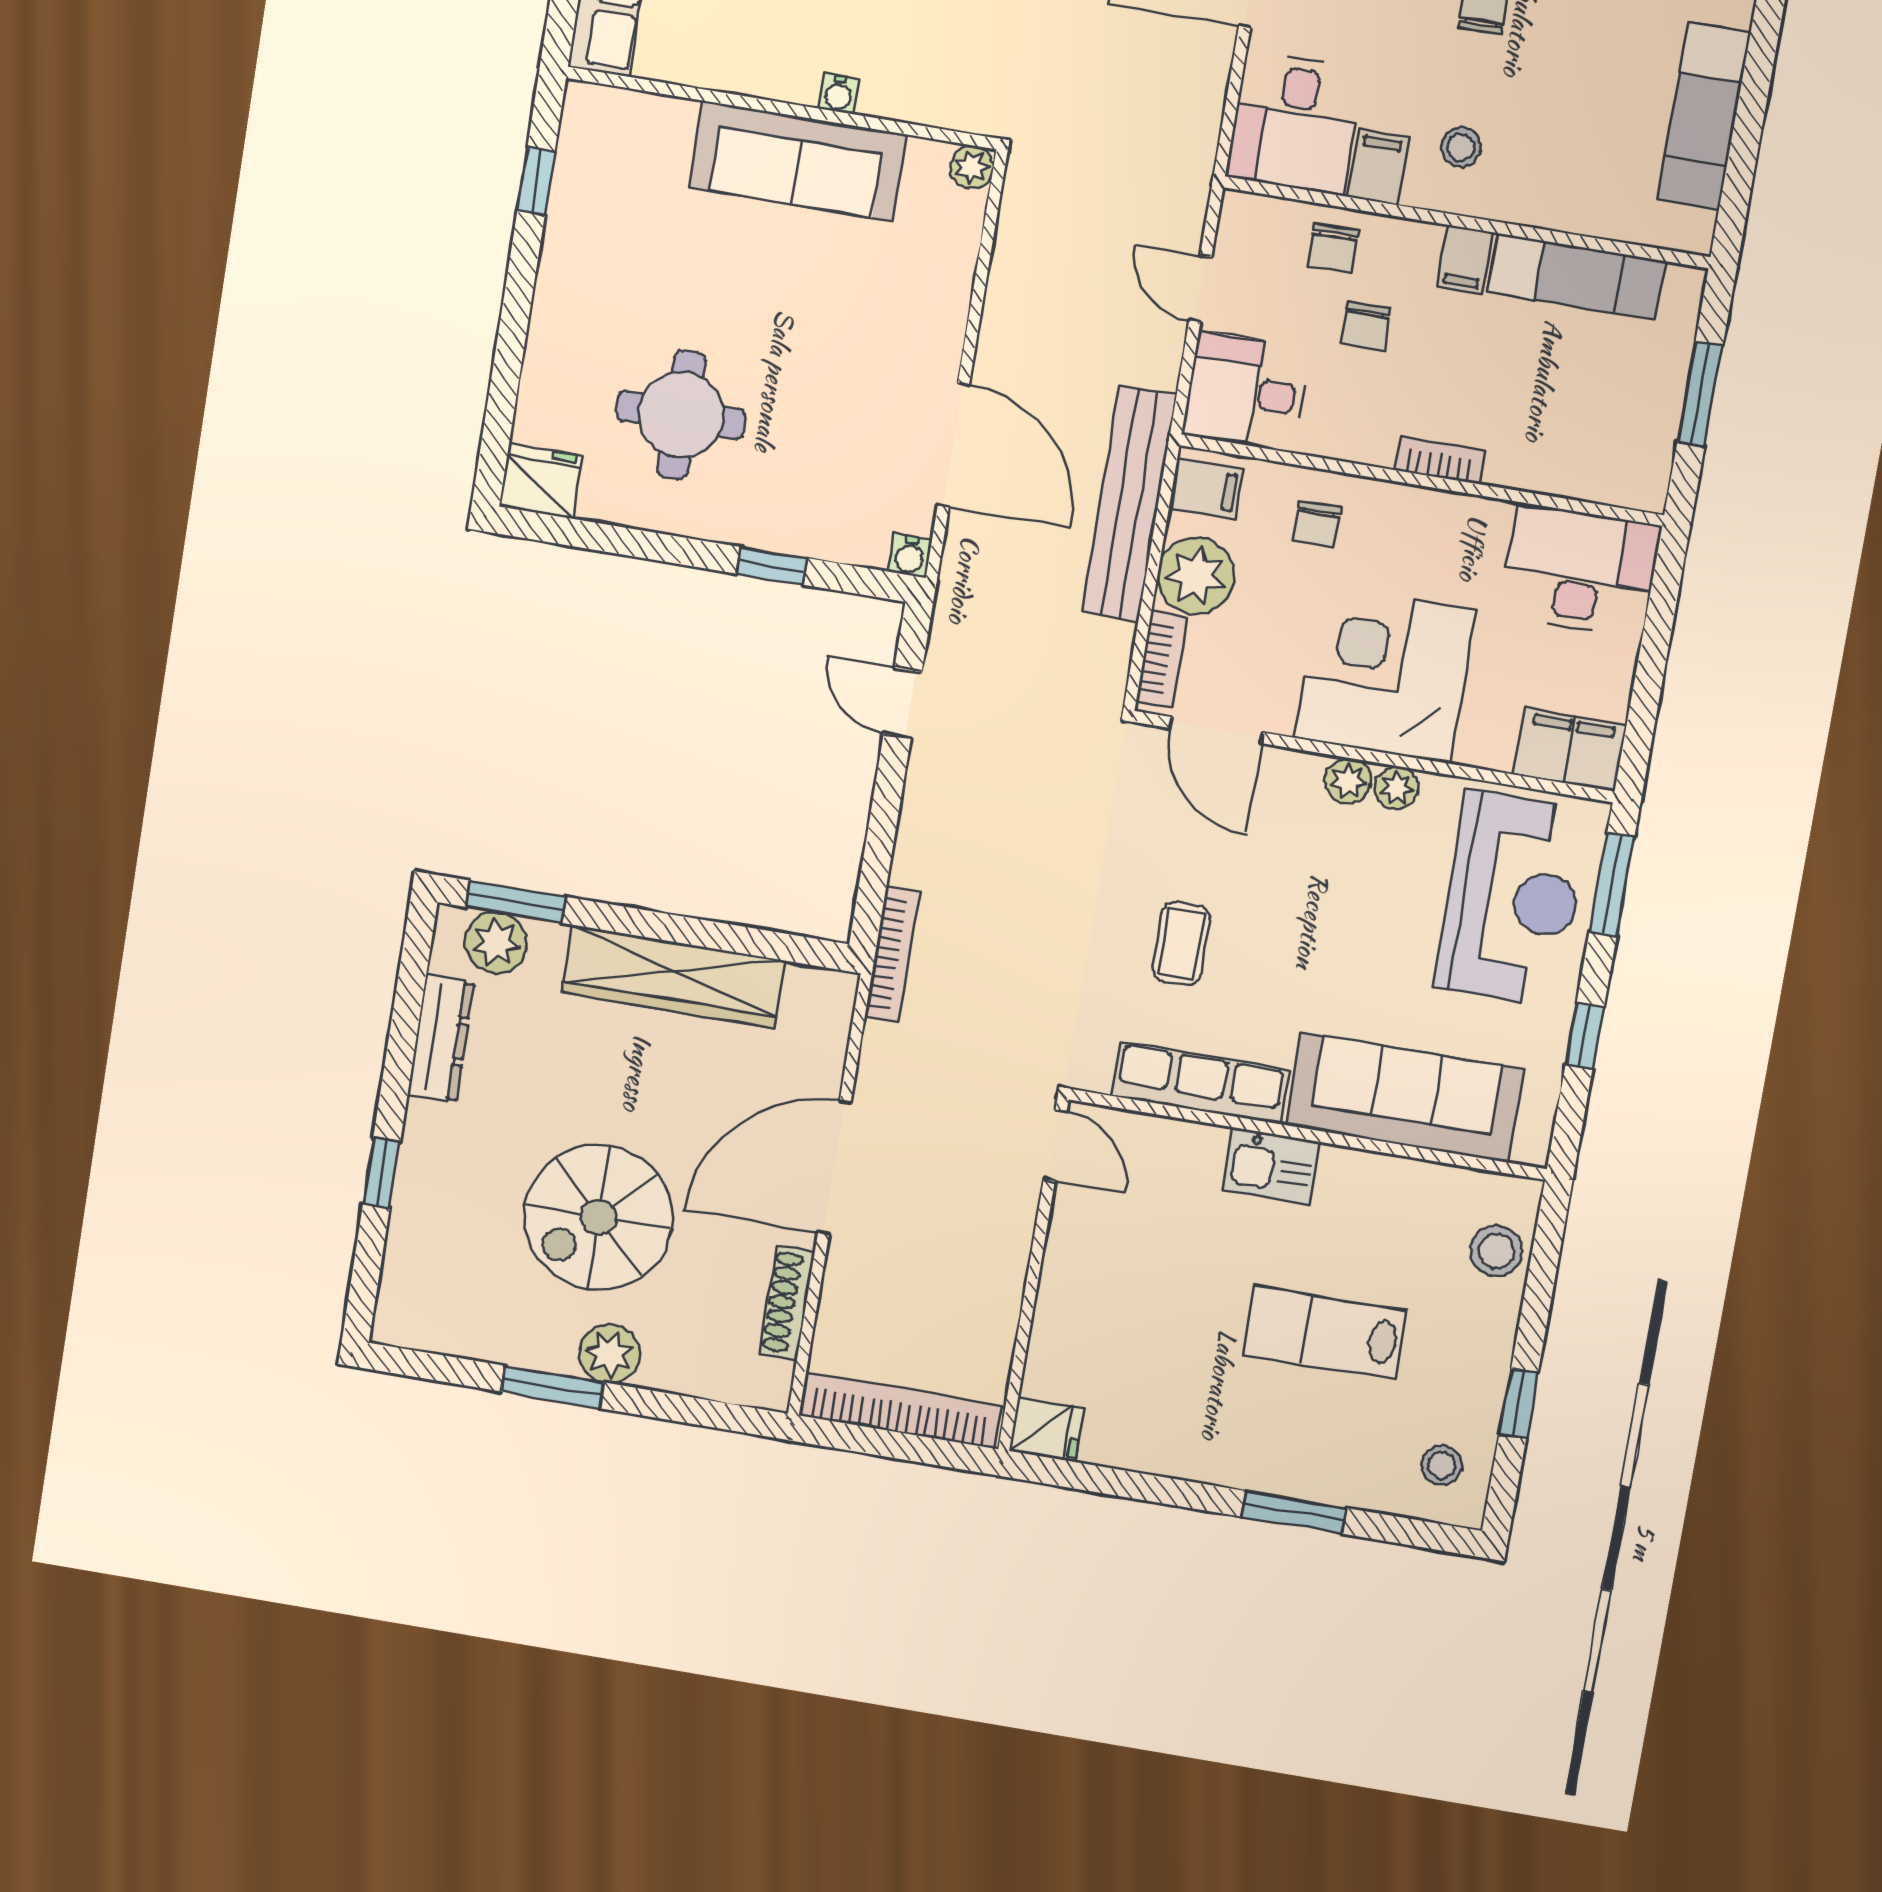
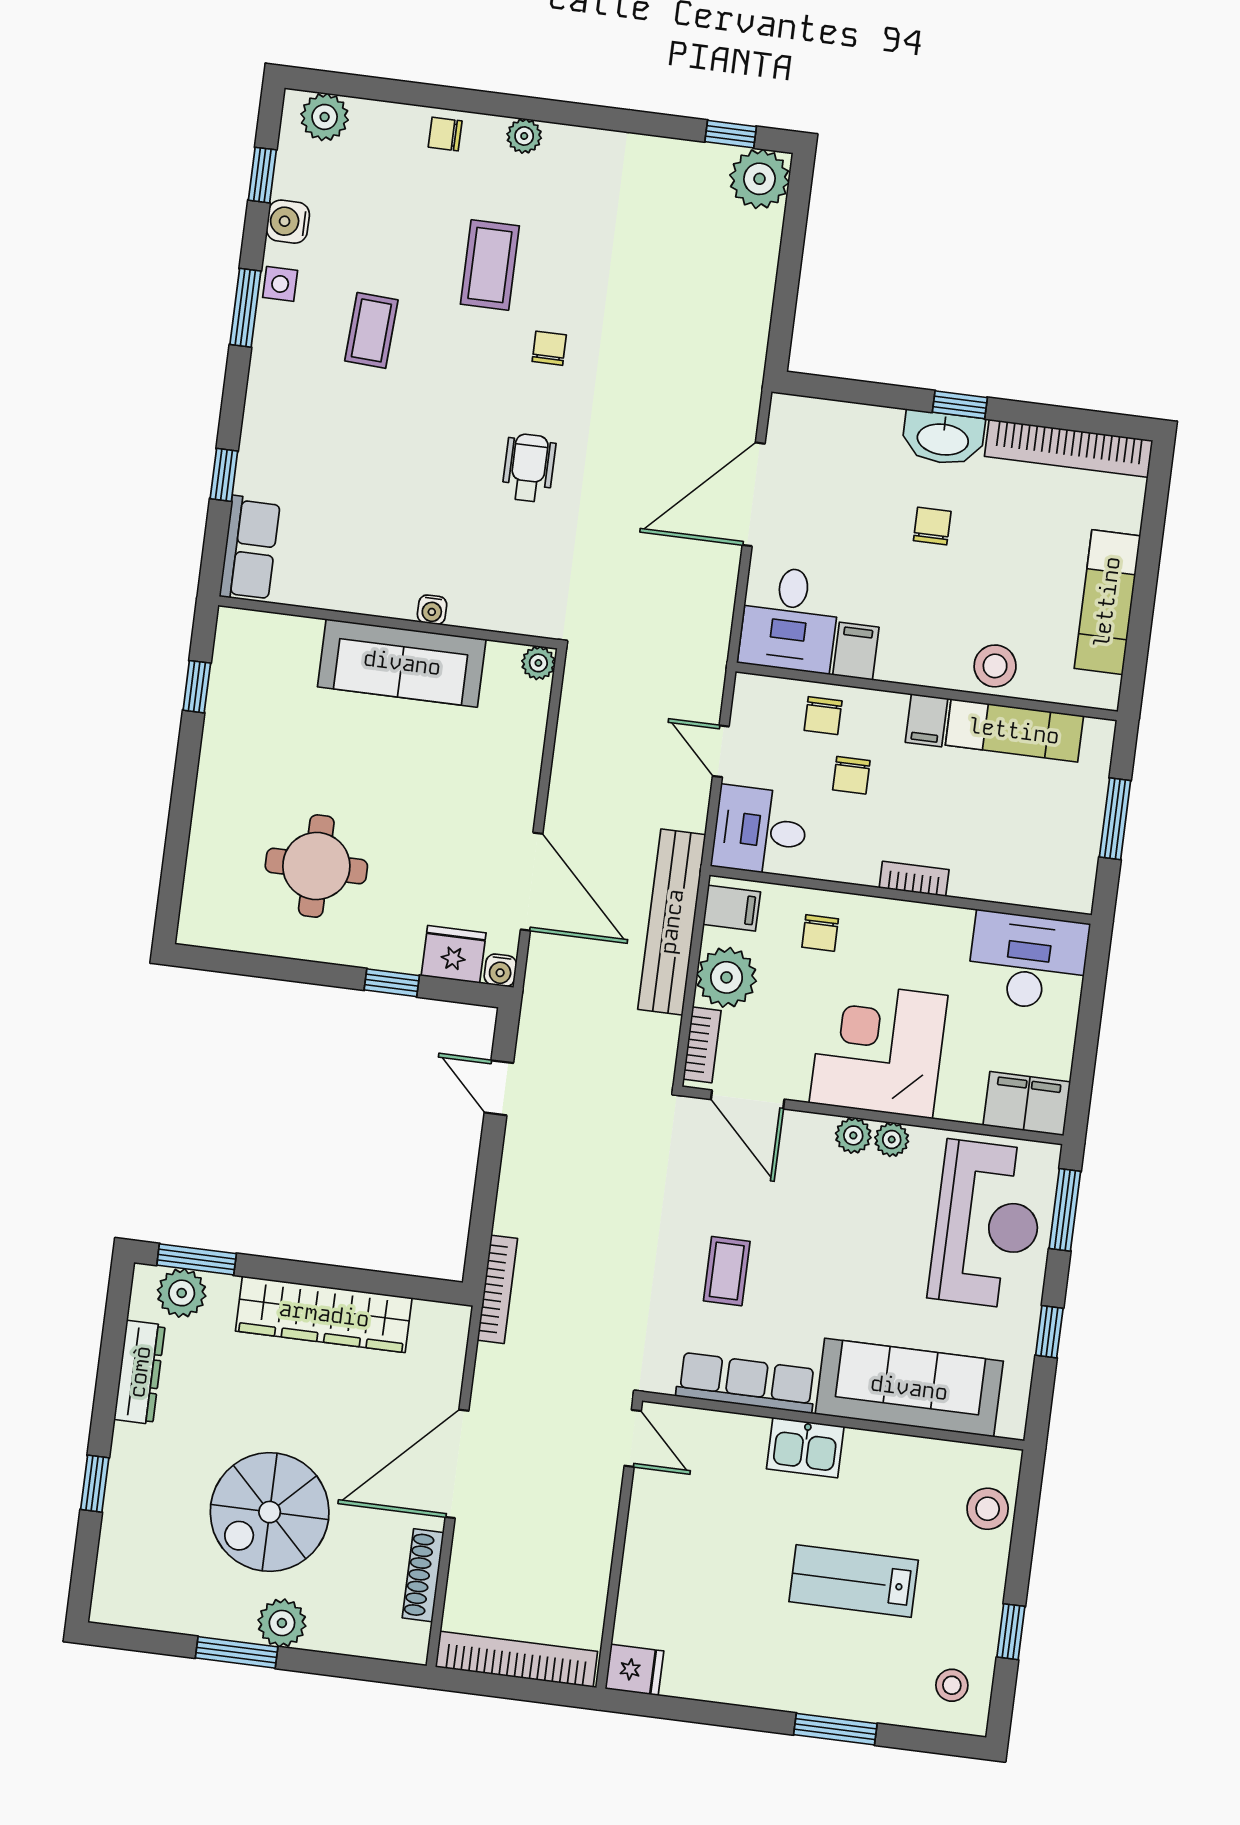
stool: (1461, 147) -> (995, 666), moved, width x1.37, depth x1.37
fridge: (541, 481) -> (454, 954), moved

